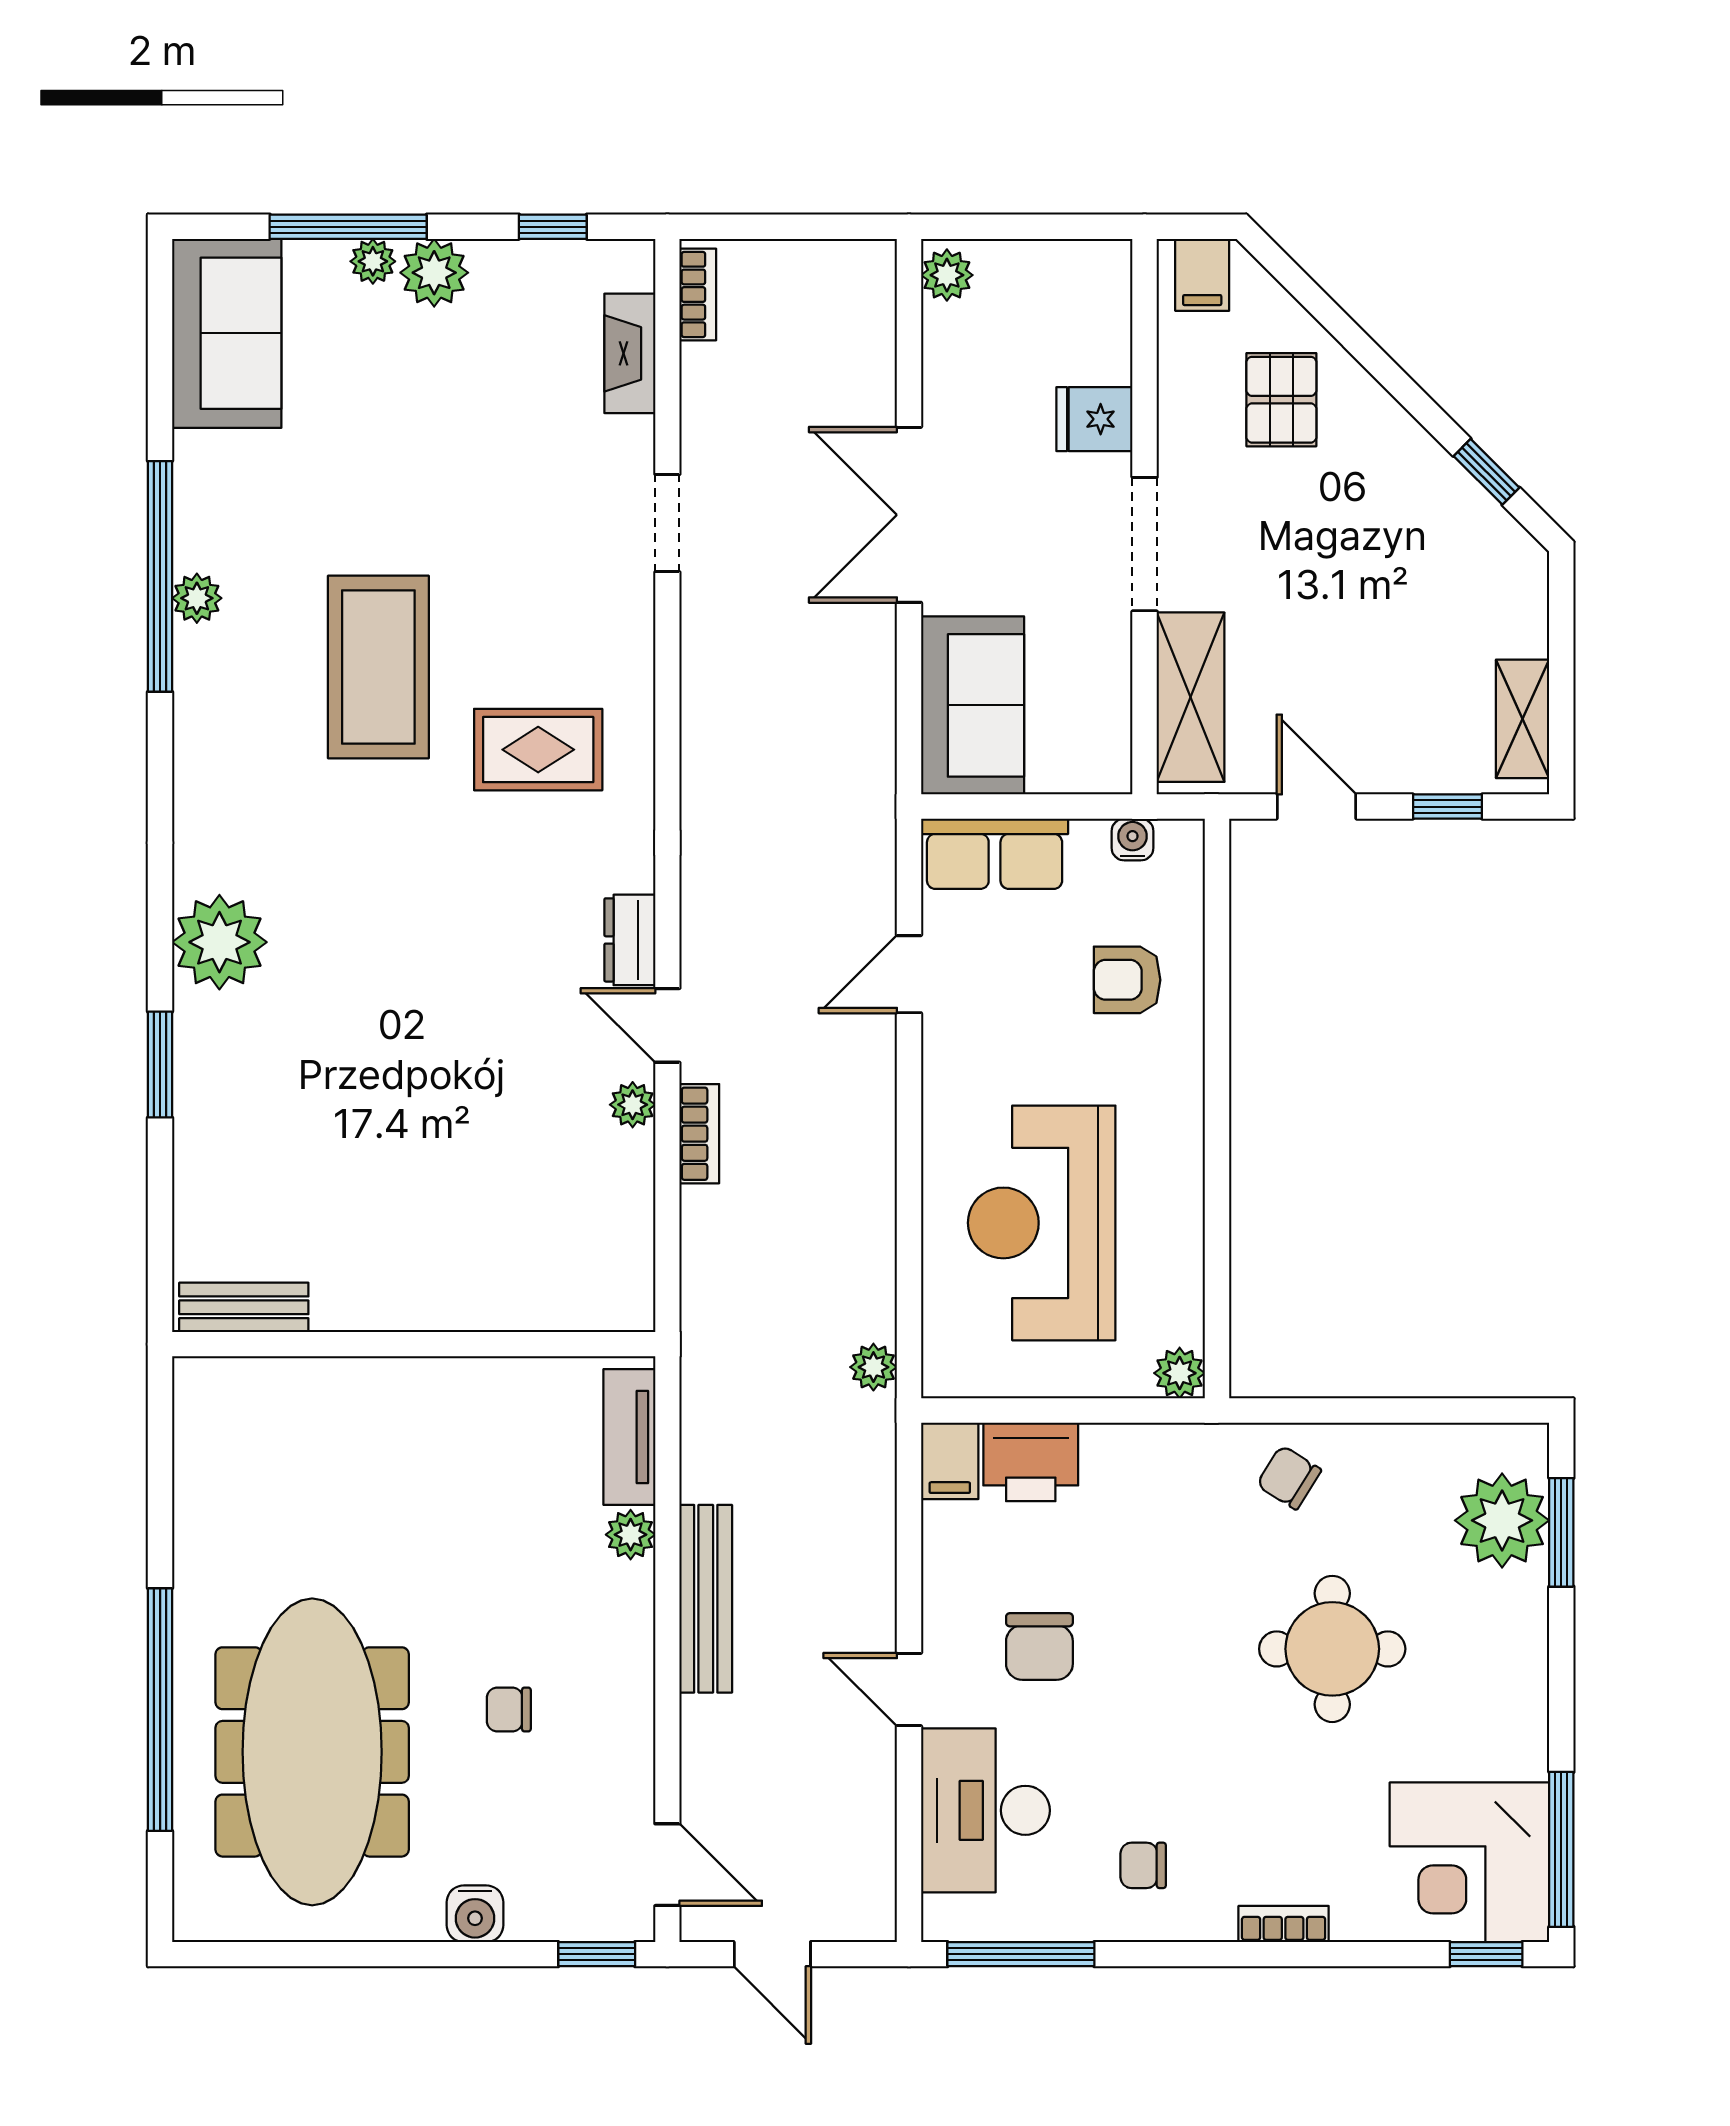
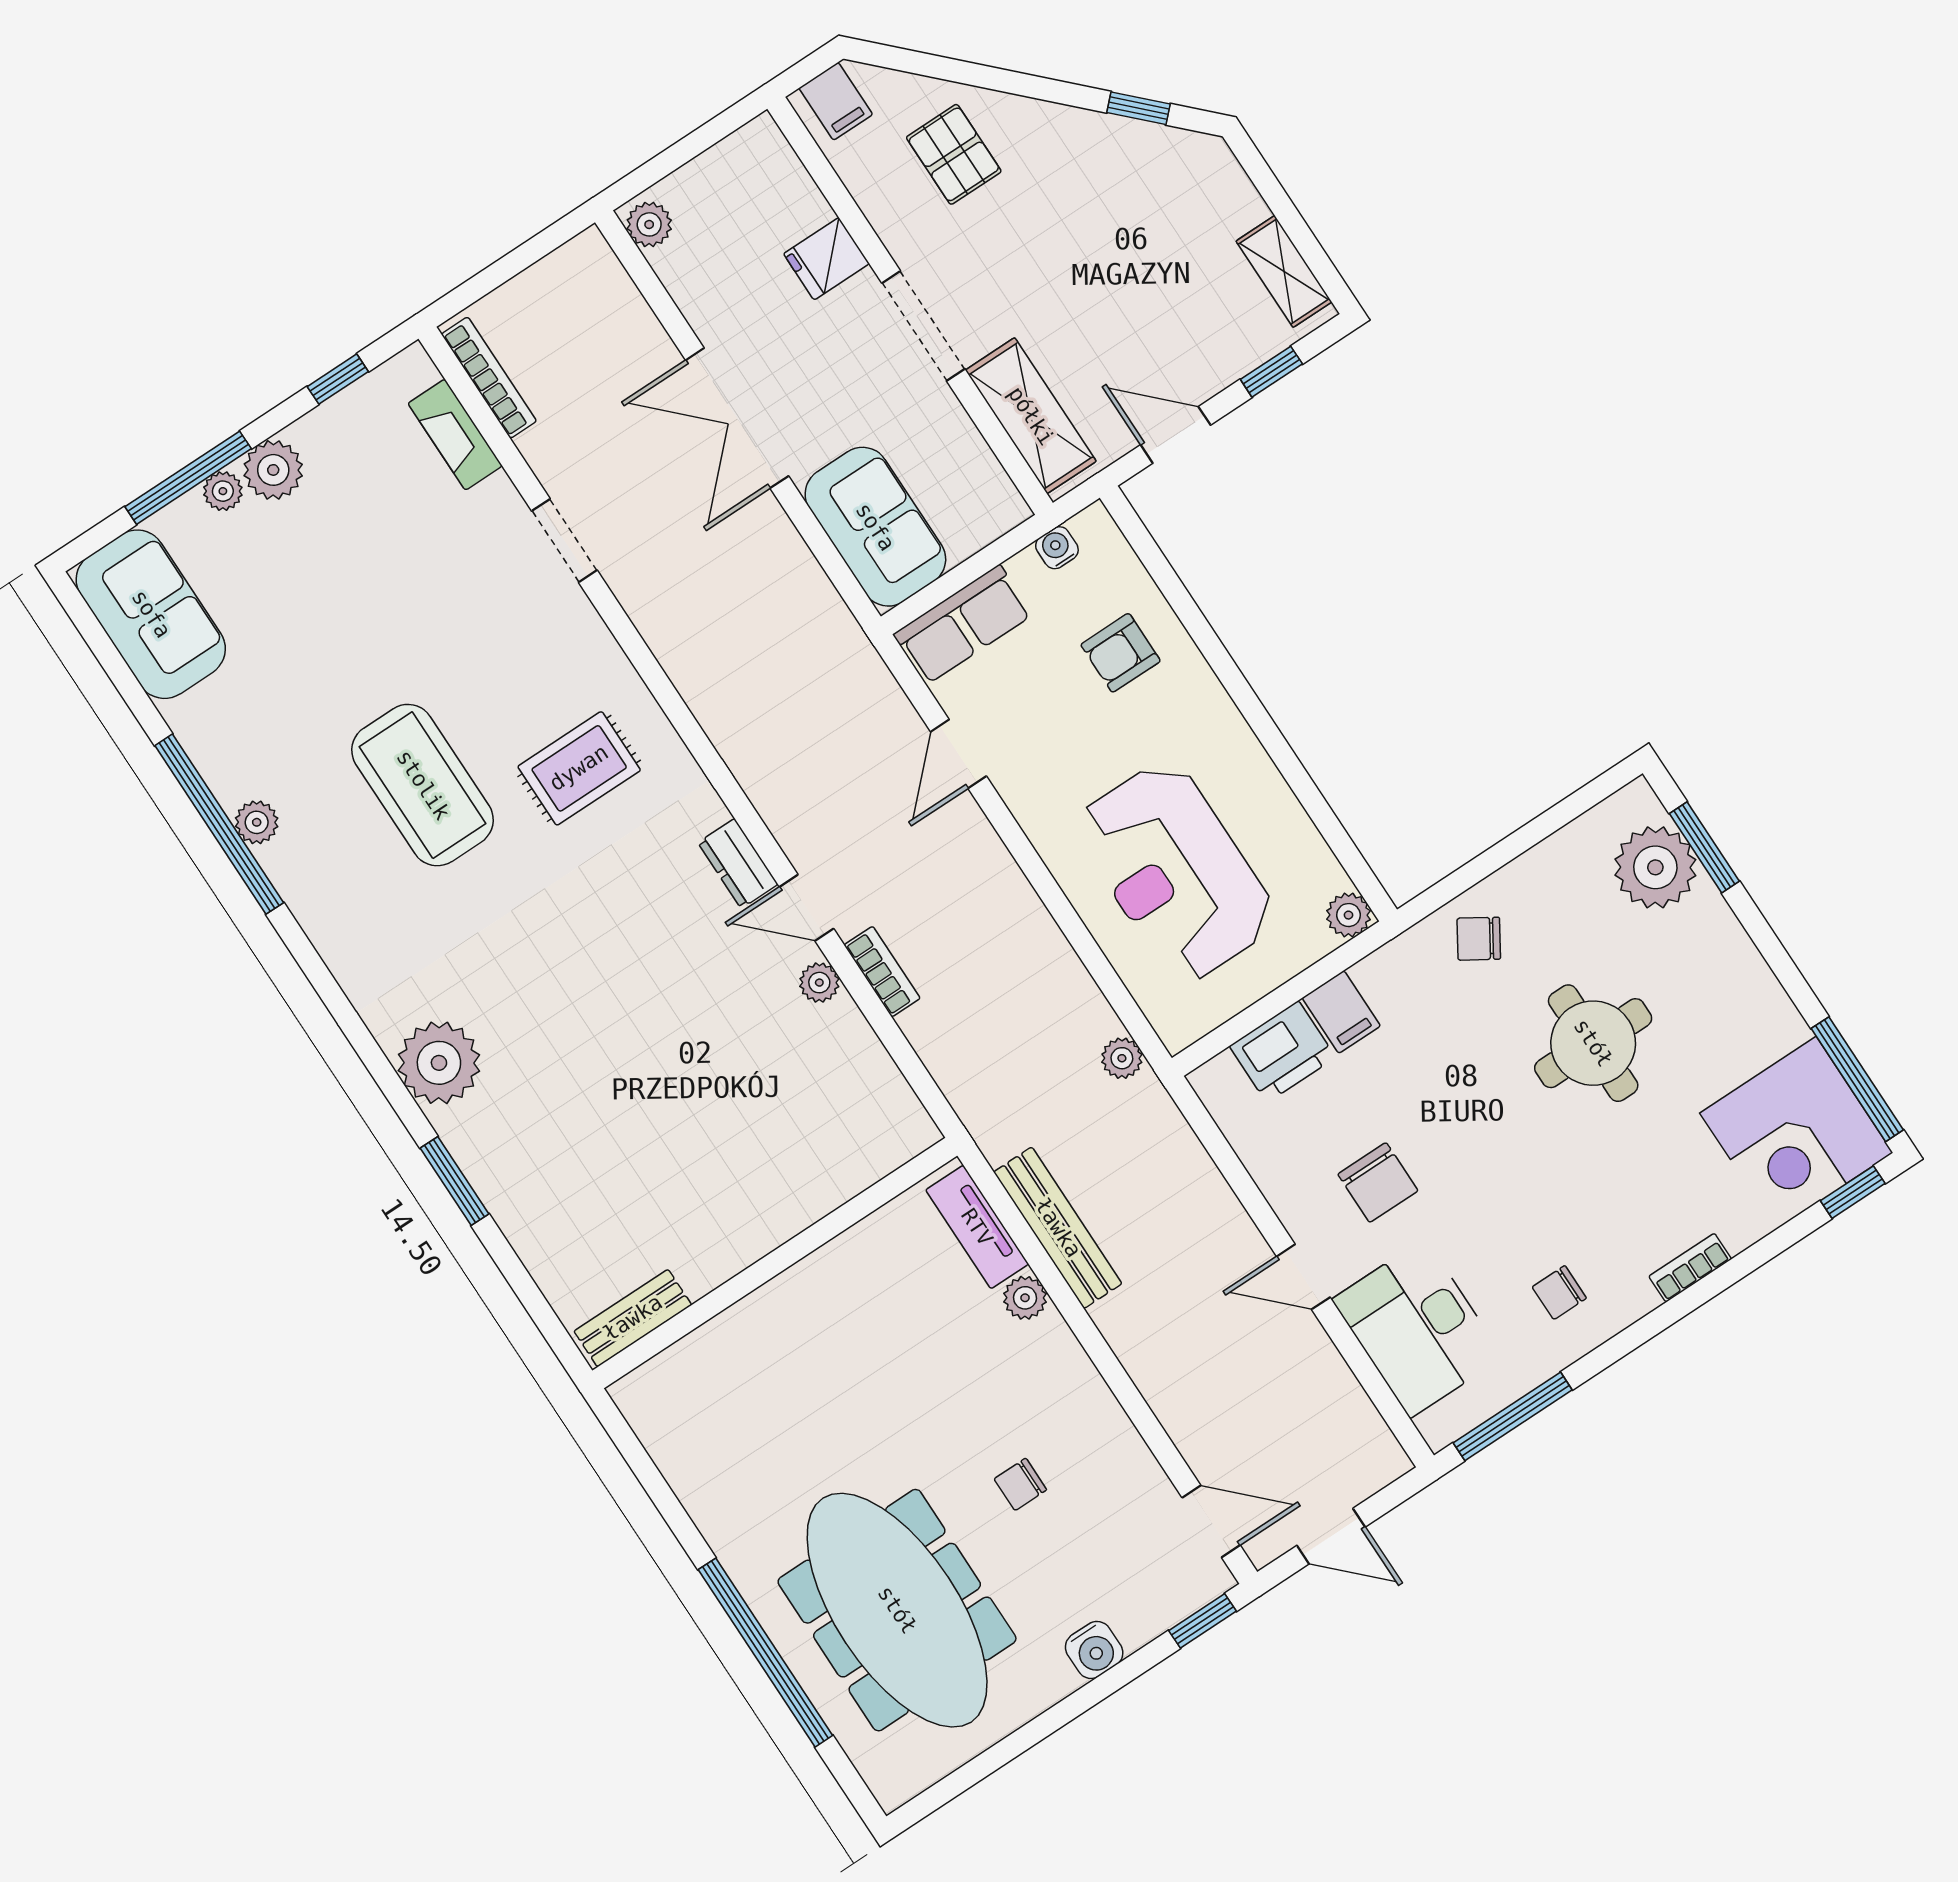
bookcase: (698, 295) -> (489, 378), width x1.56
filing cabinet: (950, 1461) -> (1341, 1012), moved
bench: (706, 1599) -> (1058, 1228), moved

